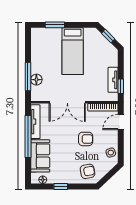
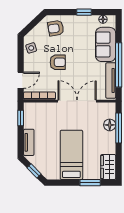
wardrobe: (38, 40) -> (108, 167), added
tv unit: (113, 80) -> (29, 142), moved
armchair: (86, 139) -> (58, 62), turned 180

